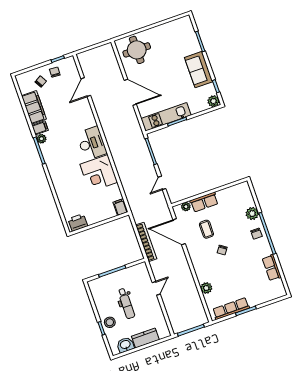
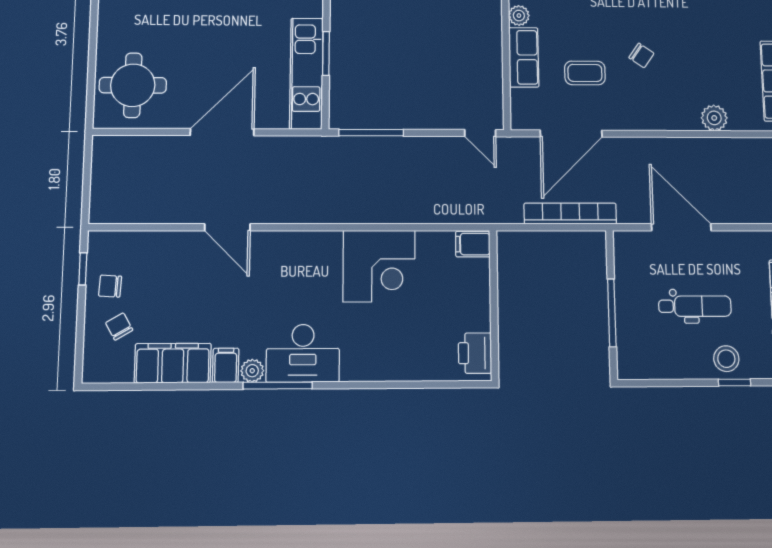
door: (86, 87) -> (227, 227), moved
desk: (92, 143) -> (303, 353), moved, turned 180
door: (162, 183) -> (480, 133), moved
plant: (186, 207) -> (519, 16), moved
door: (156, 288) -> (681, 227), width x1.88

